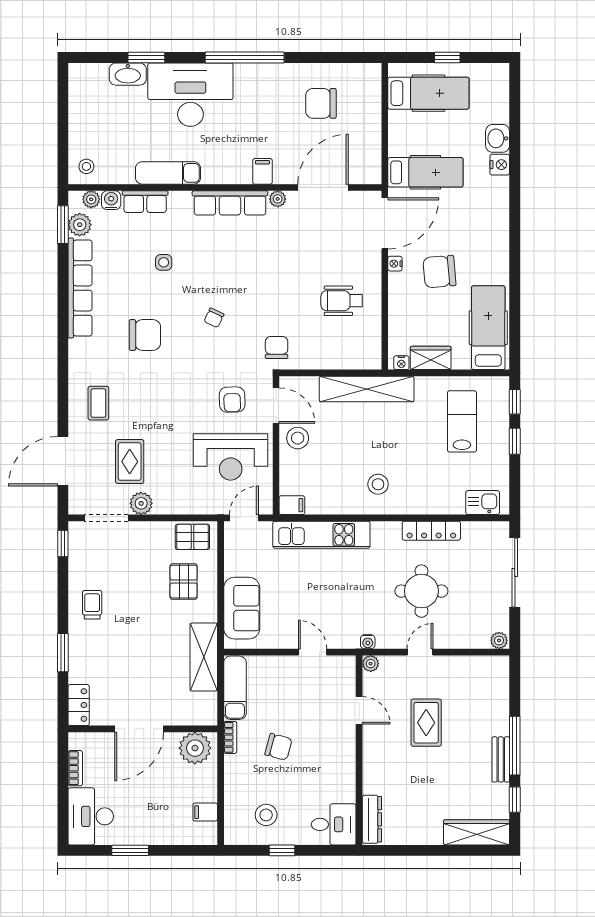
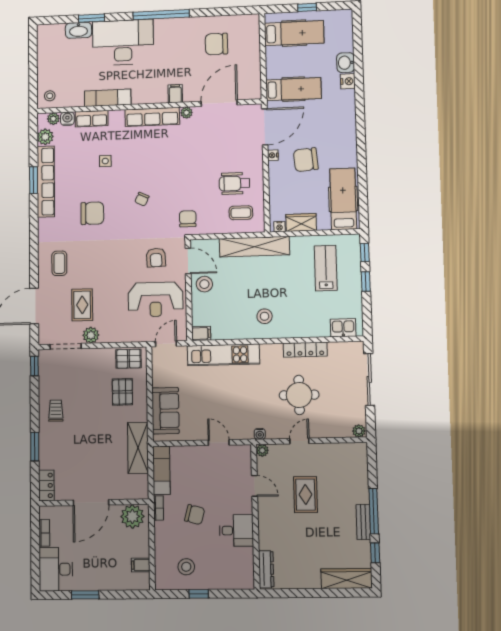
window: (63, 225) -> (34, 180), moved
coffee table: (349, 342) -> (241, 213), added
desk: (334, 824) -> (236, 530), moved

